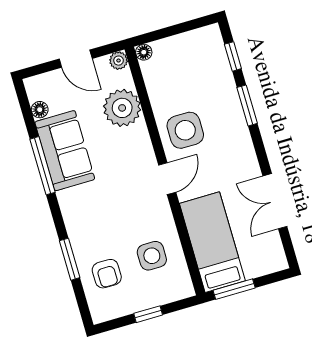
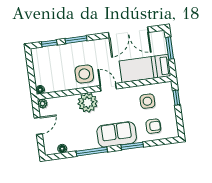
plant: (122, 108) -> (88, 103), moved
sofa: (65, 151) -> (117, 134), moved
double door: (275, 201) -> (128, 32), width x1.37
window: (70, 259) -> (132, 146), moved
window: (234, 289) -> (170, 48), moved
window: (148, 314) -> (176, 98), moved

